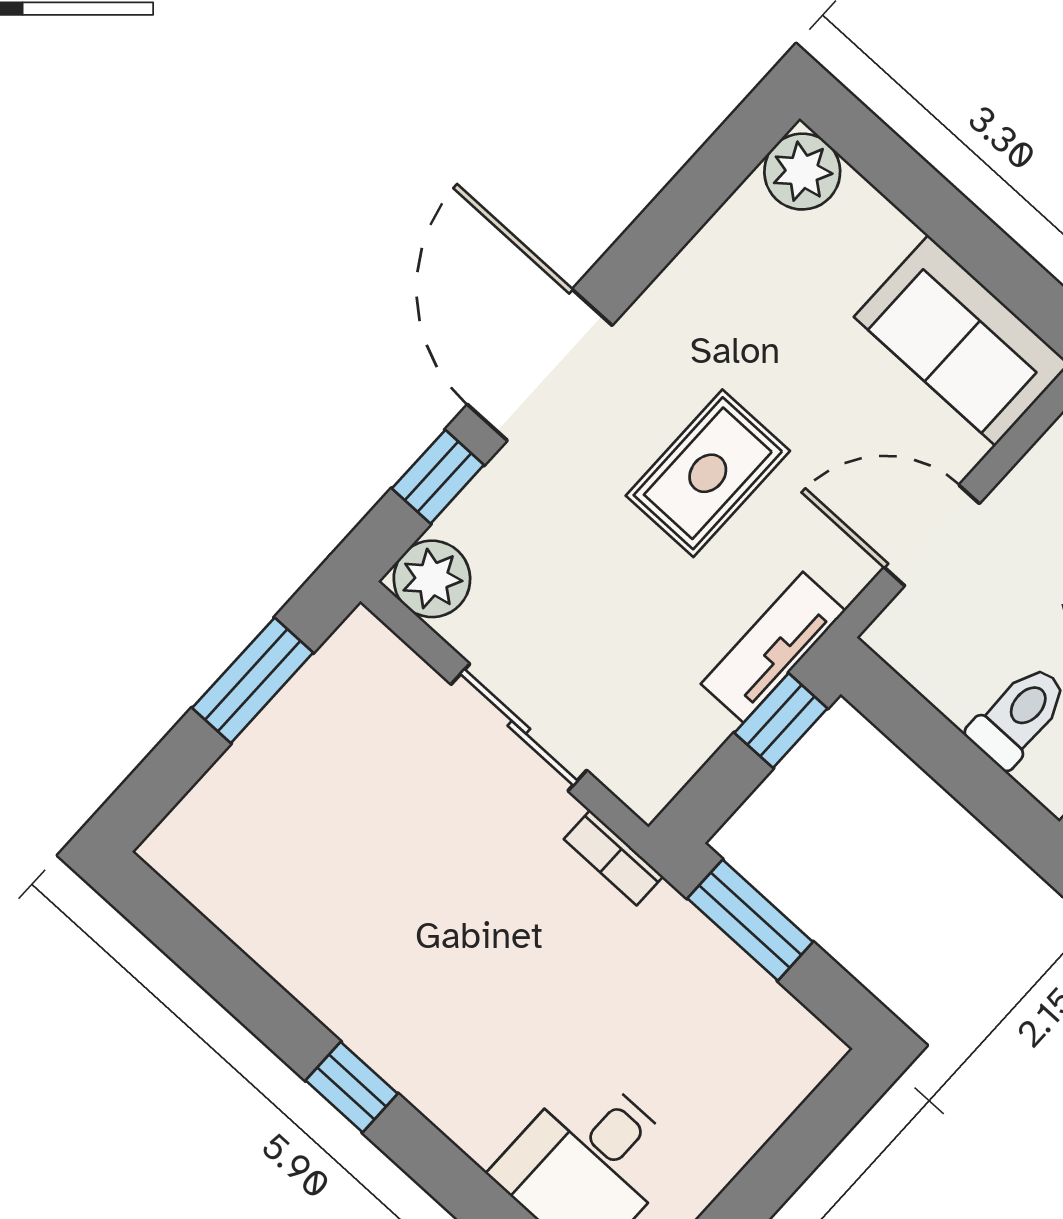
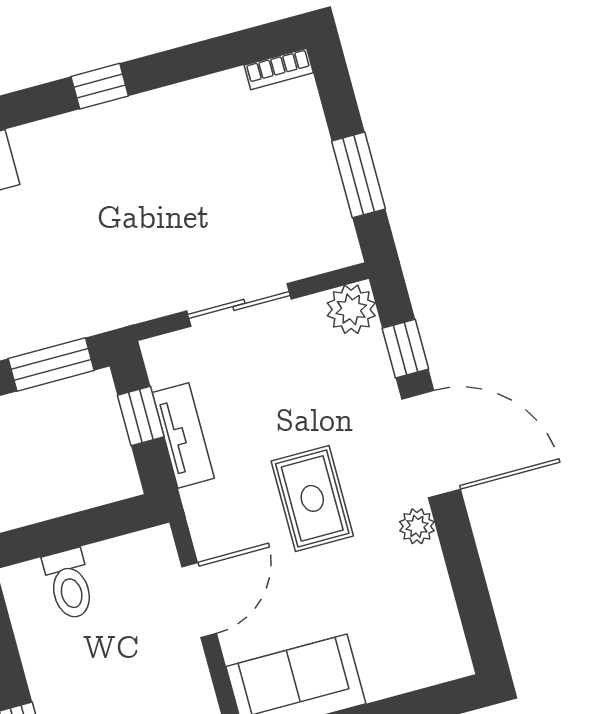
plant: (802, 172) -> (417, 526), moved, width x0.73, depth x0.73
tv unit: (773, 647) -> (183, 435), moved
window: (781, 721) -> (141, 416), moved
bookcase: (614, 858) -> (279, 69), moved, turned 180

